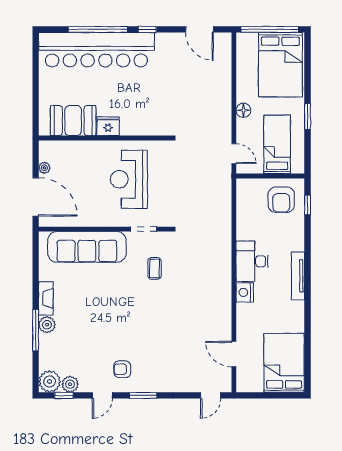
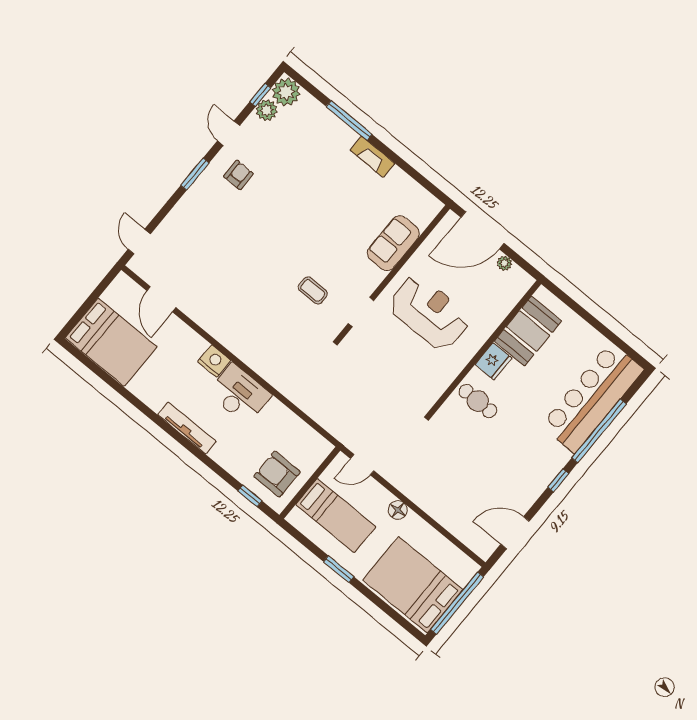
bar counter: (96, 50) -> (592, 397), width x0.73
cafe table: (139, 116) -> (478, 401), added
reception desk: (129, 179) -> (429, 313), moved
sofa: (87, 247) -> (393, 243), width x0.54, depth x0.79
plant: (47, 325) -> (345, 136), removed
door: (234, 354) -> (161, 299), swing flipped

